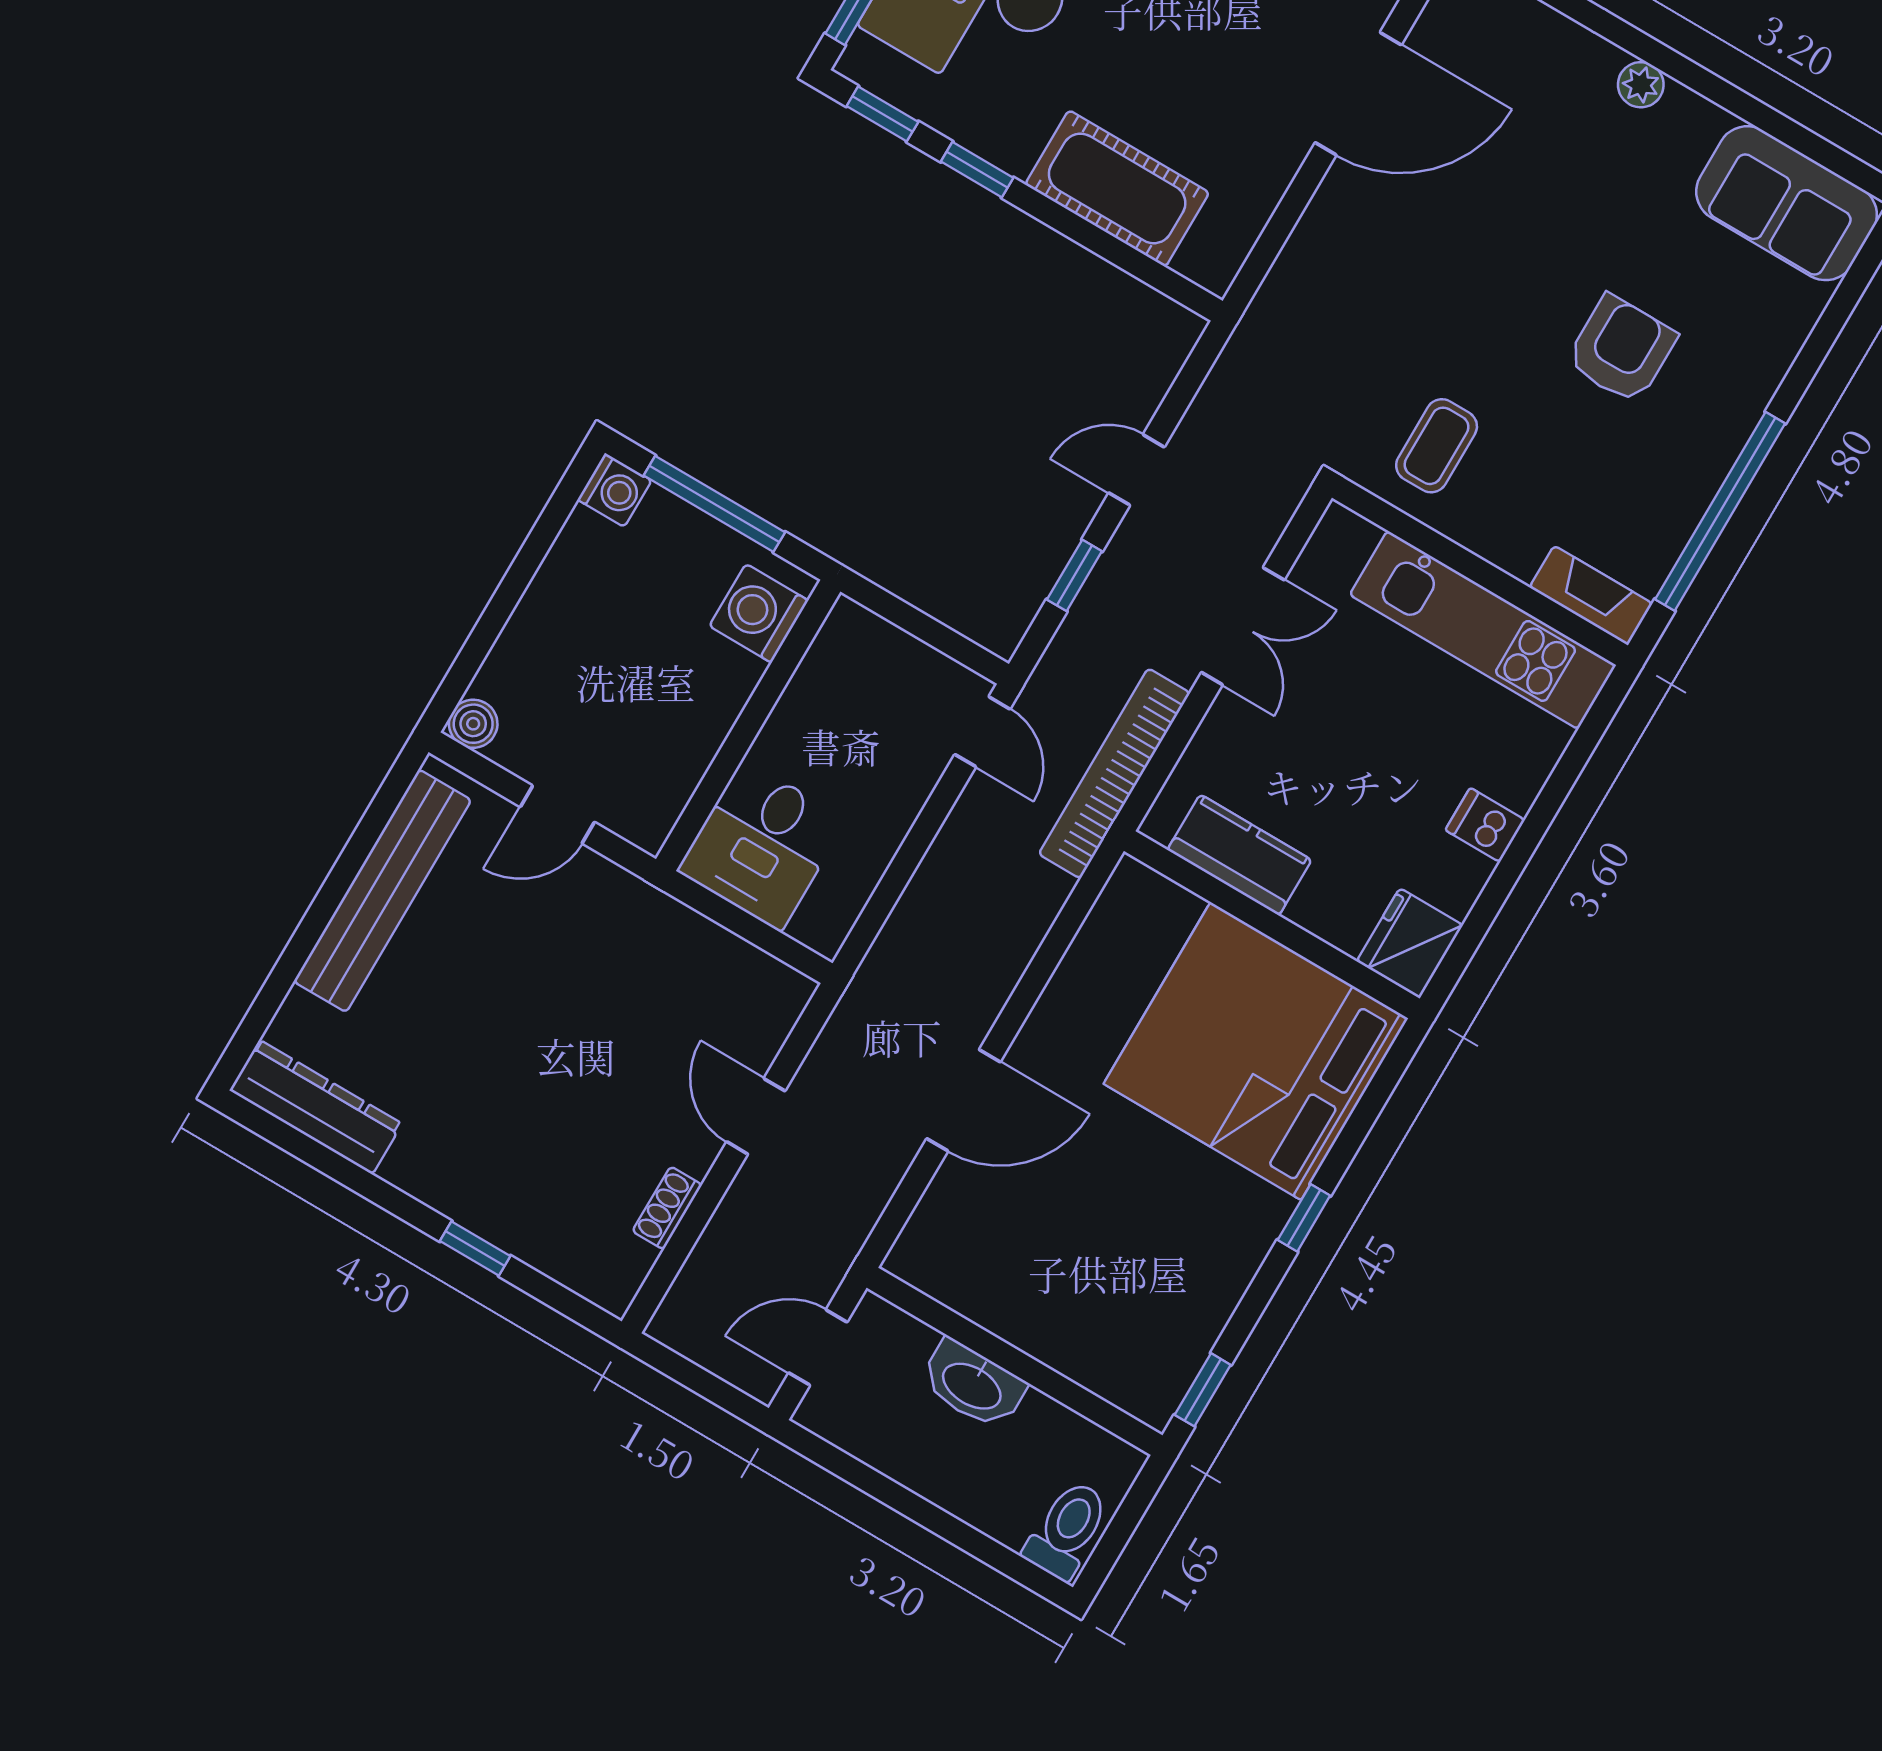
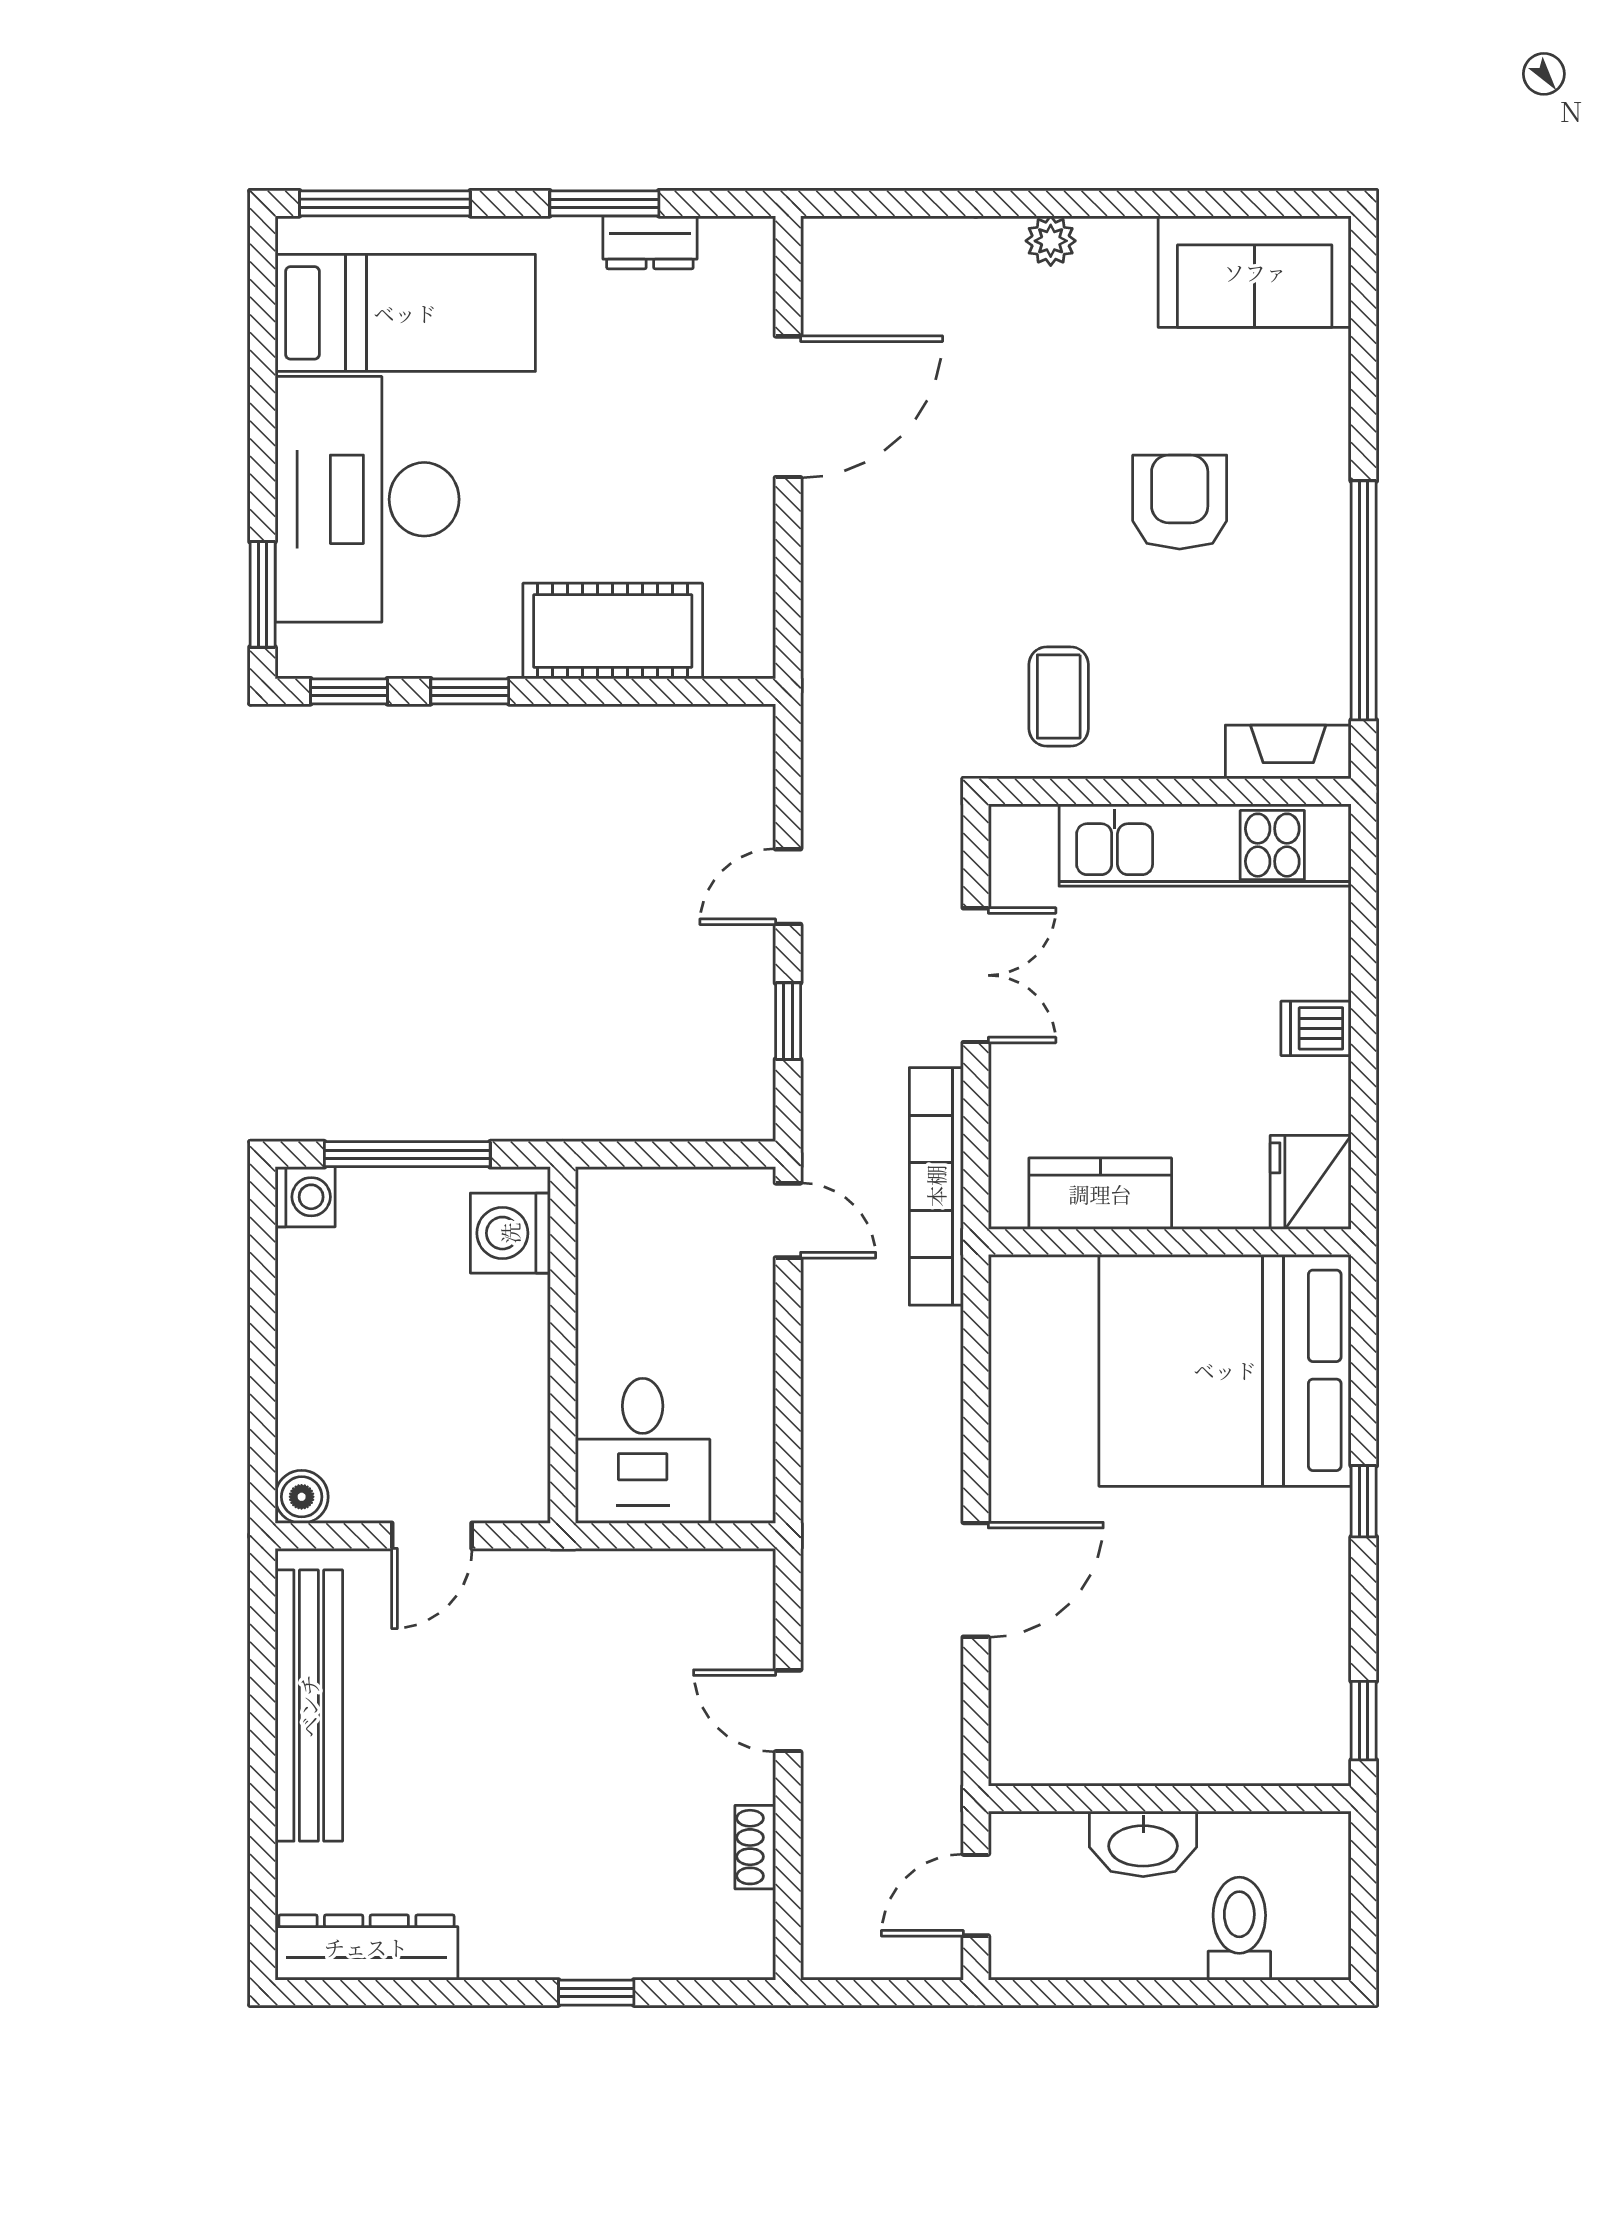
toilet: (1067, 1530) -> (1239, 1929), moved

